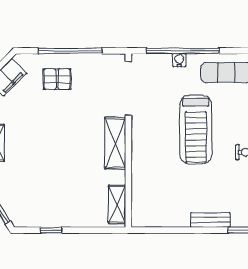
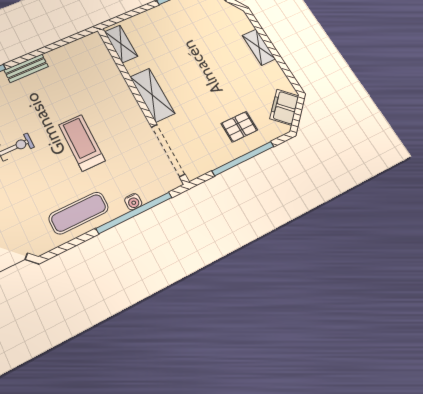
treadmill: (196, 130) -> (82, 143), width x0.73, depth x0.73

